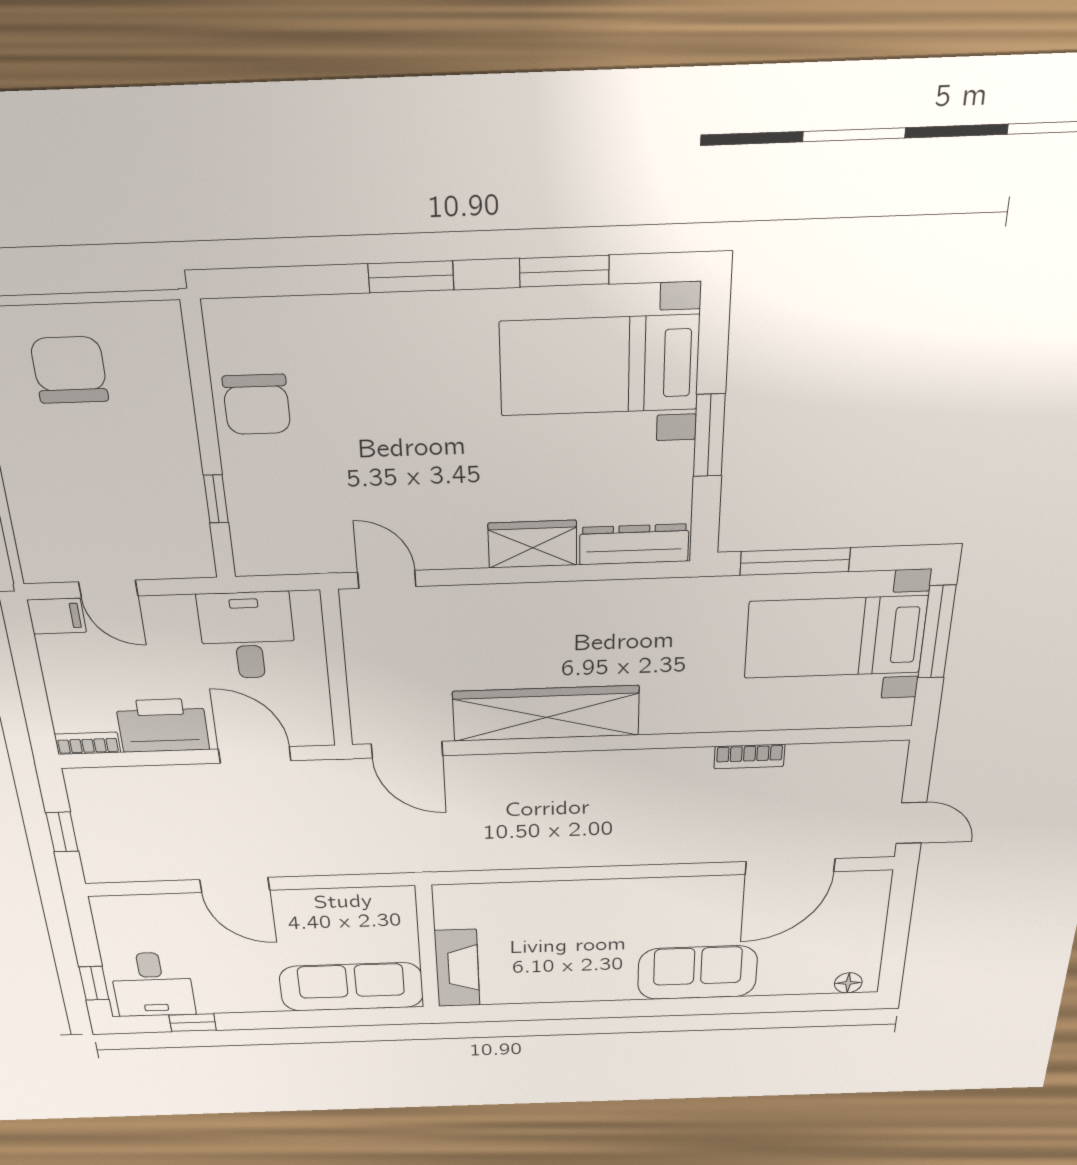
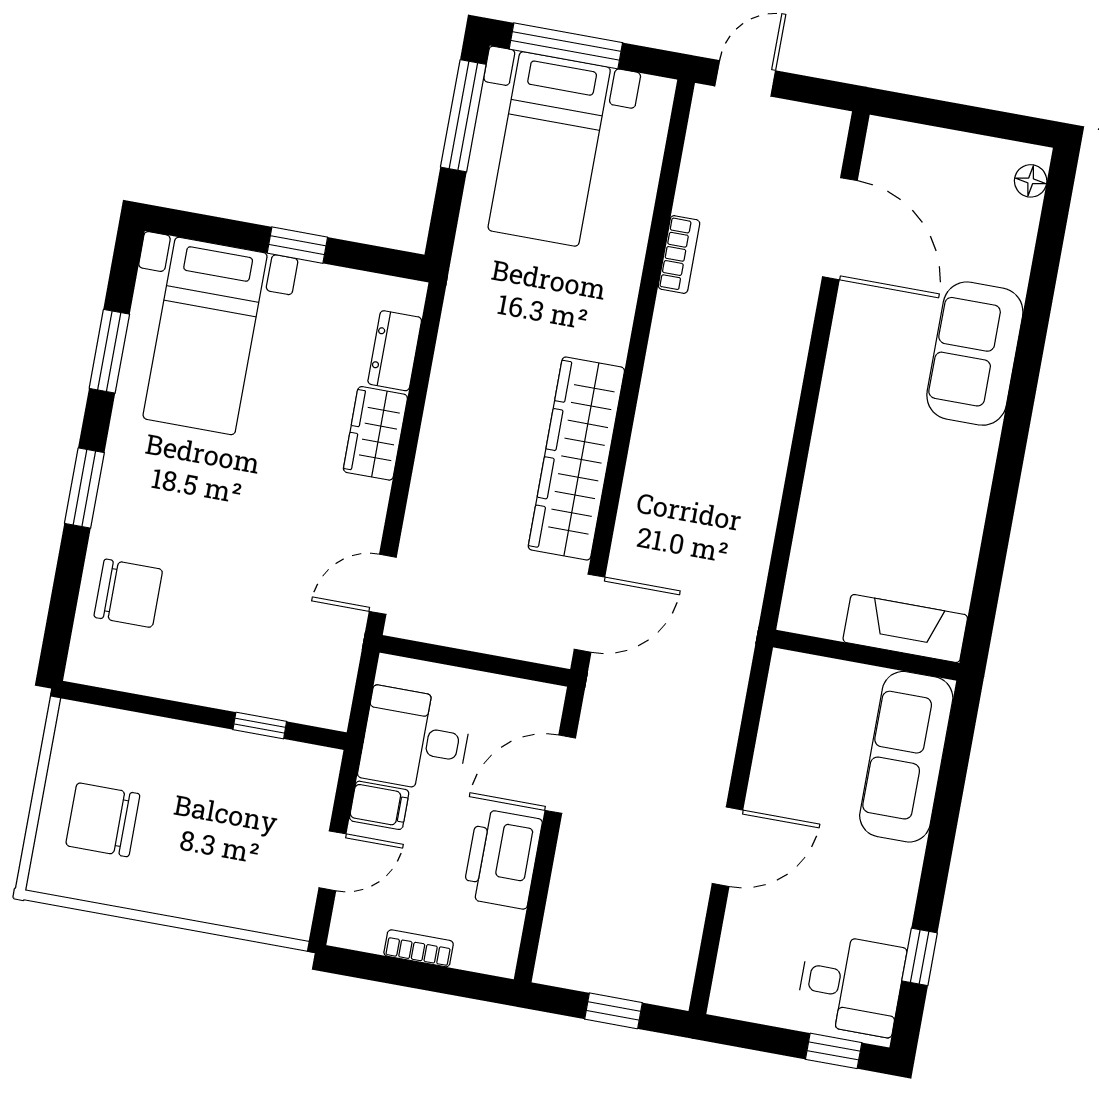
chair: (257, 405) -> (128, 593), moved
window: (709, 435) -> (297, 245), width x0.67
dresser: (634, 544) -> (395, 351), width x0.70
window: (795, 561) -> (463, 116), moved
filing cabinet: (57, 616) -> (379, 805), moved, turned 90
bookcase: (88, 743) -> (419, 948), moved, turned 90
door: (911, 823) -> (745, 78), moved

